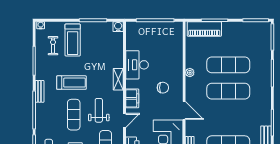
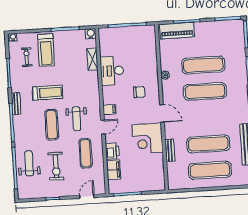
shelving: (118, 79) -> (92, 59), moved
filing cabinet: (132, 98) -> (110, 109), width x0.50
weight bench: (99, 110) -> (77, 119), turned 180

